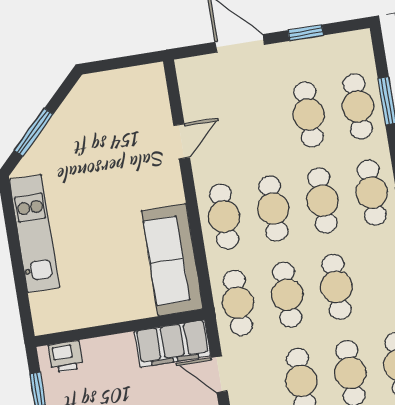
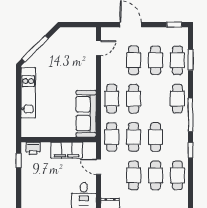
window: (306, 33) -> (174, 25), moved
window: (34, 132) -> (35, 49), width x1.44
door: (182, 141) -> (99, 48), moved
cafe table: (322, 201) -> (134, 60), moved
filing cabinet: (173, 344) -> (67, 150), moved

